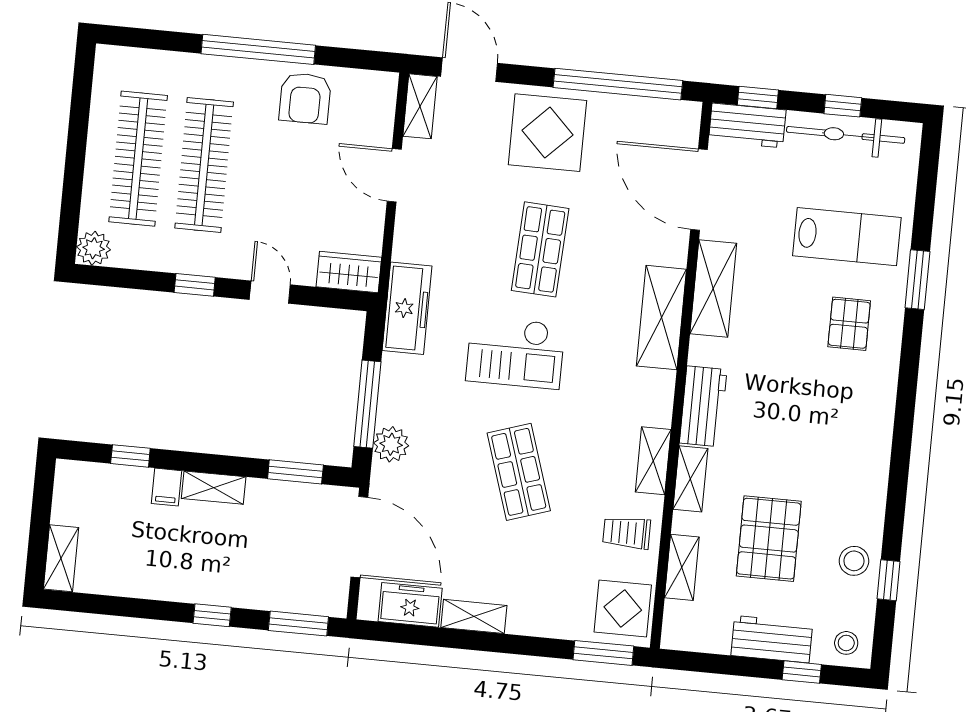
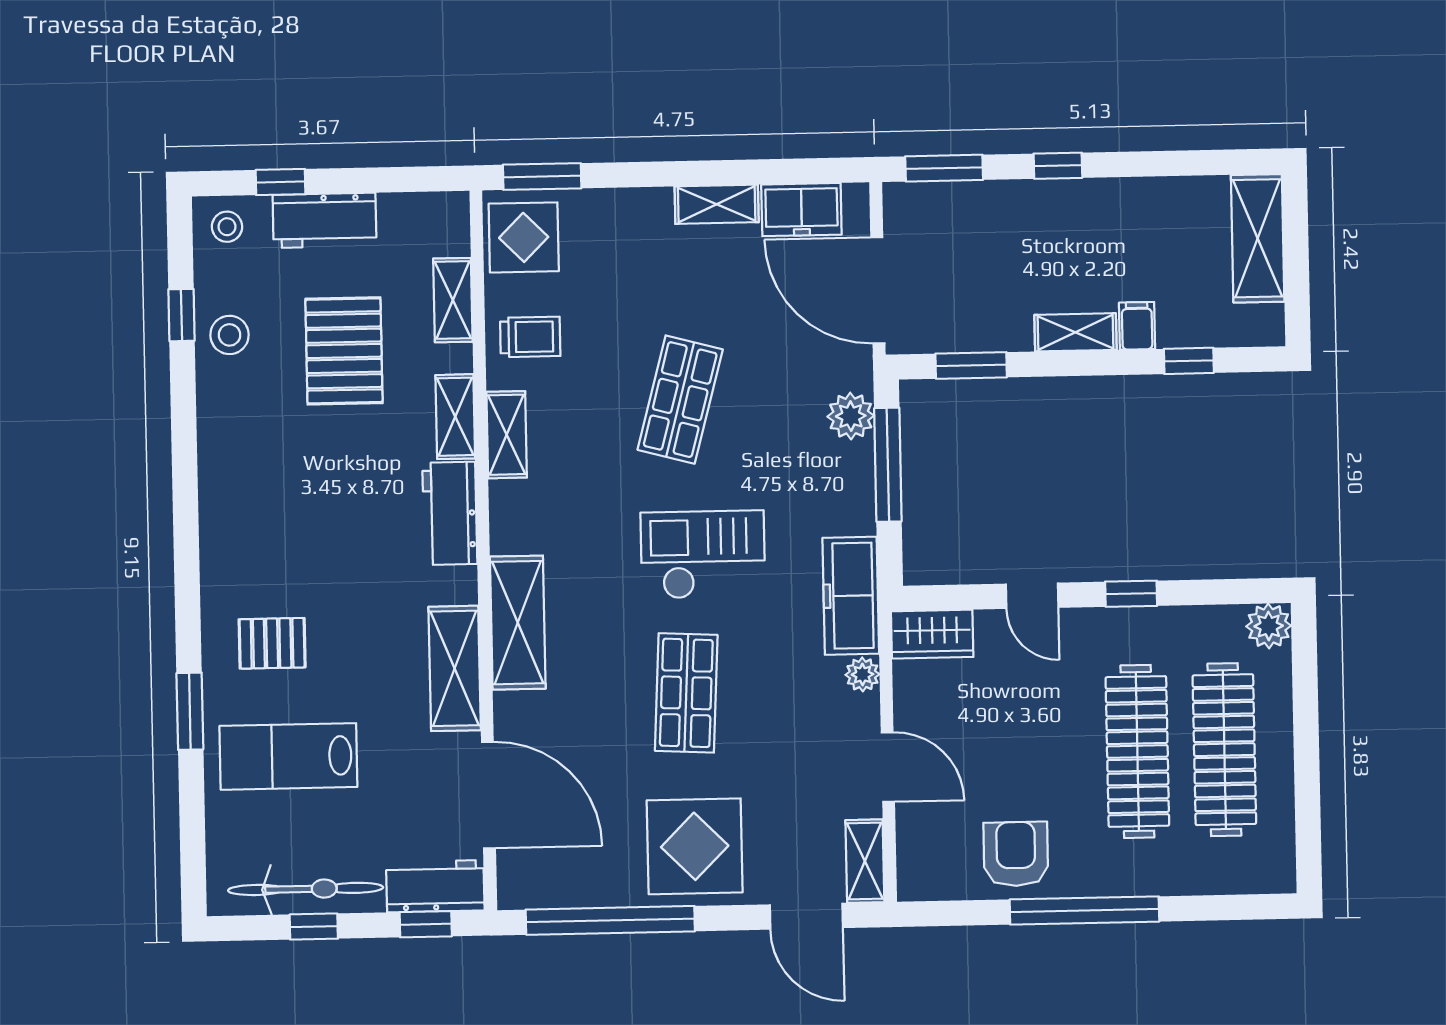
plant: (405, 248) -> (862, 674), added
pallet: (849, 324) -> (272, 643), turned 90
shop shelf: (519, 472) -> (680, 400), turned 33
shelving: (61, 558) -> (1258, 238), width x1.50, depth x1.33

